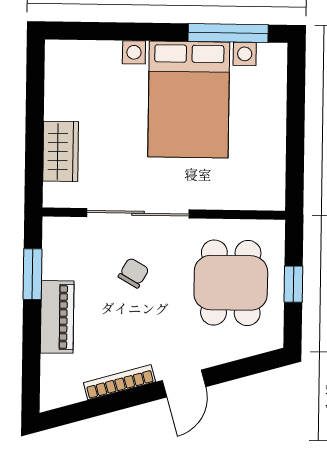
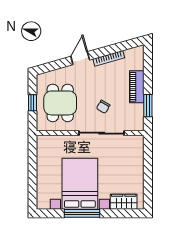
window: (228, 33) -> (82, 213), moved
wardrobe: (61, 151) -> (124, 202), moved, turned 90

